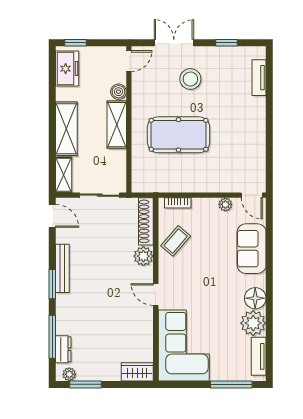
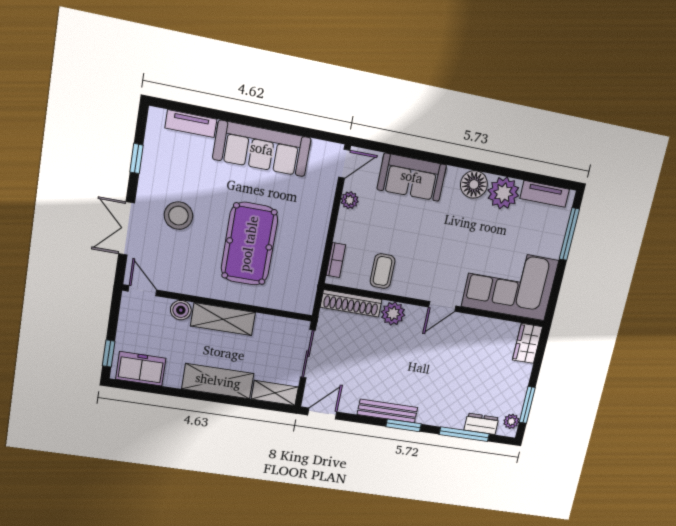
sofa: (251, 132) -> (262, 149), added
coffee table: (176, 241) -> (383, 271), turned 49

